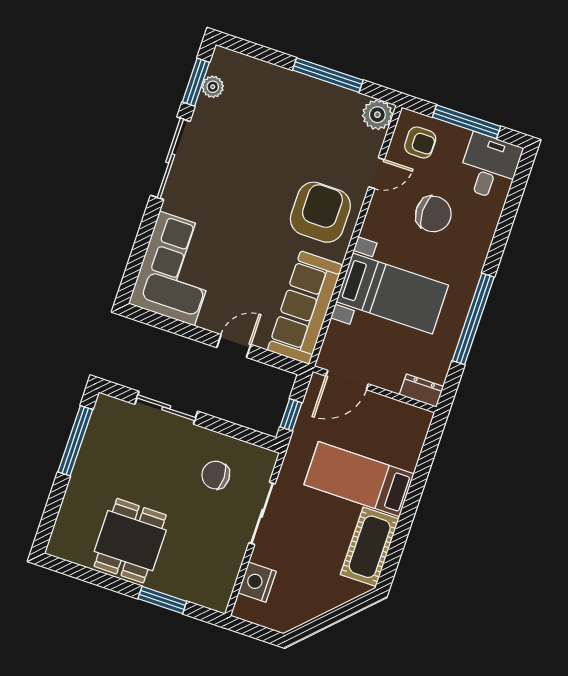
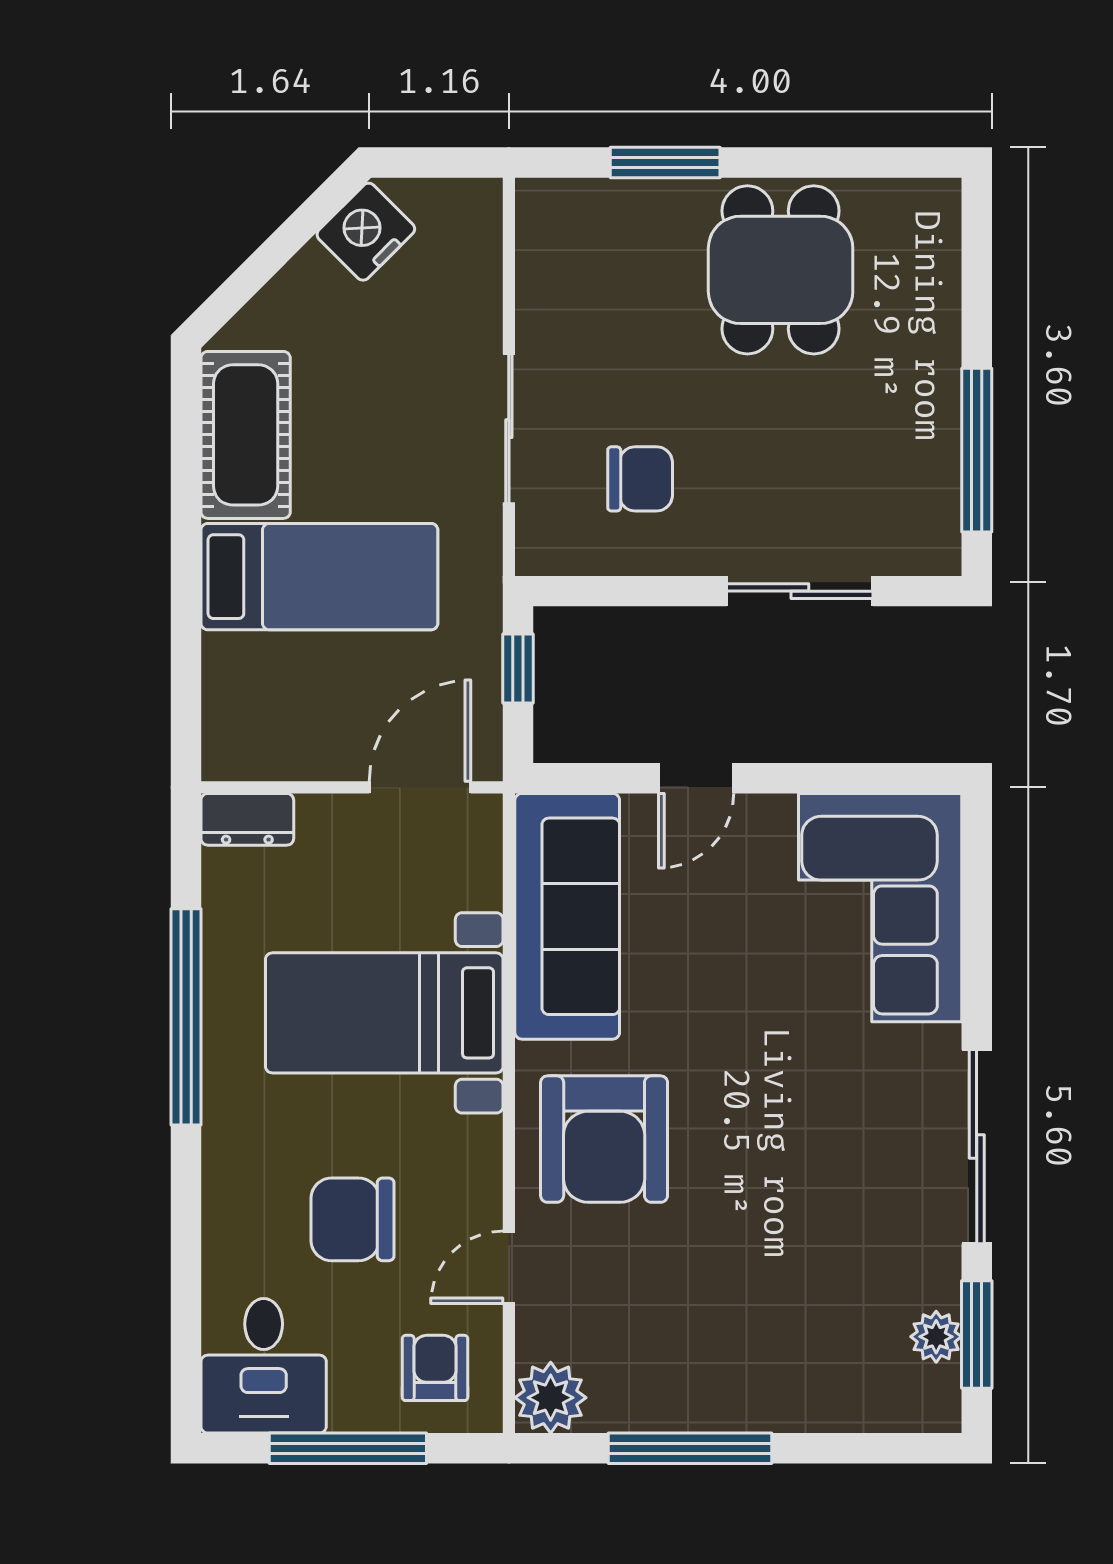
armchair: (420, 142) -> (435, 1368), turned 90
nightstand: (257, 582) -> (366, 232), moved, turned -135

